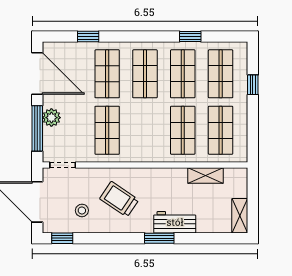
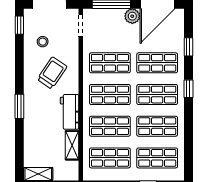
window: (190, 37) -> (188, 89), moved
plant: (51, 118) -> (132, 16), moved
shop shelf: (145, 130) -> (110, 95), added
workbench: (175, 222) -> (70, 112), moved, turned 180

